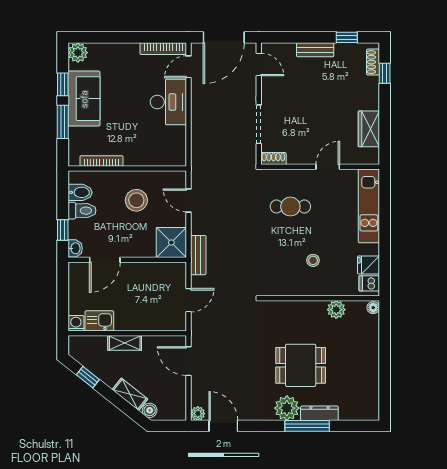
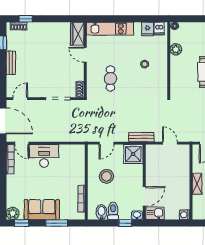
window: (63, 84) -> (22, 223), moved
wardrobe: (369, 129) -> (77, 34), moved, turned 90
door: (105, 260) -> (144, 196), hinge flipped
kitchen sink: (99, 321) -> (155, 213), moved, turned 90

